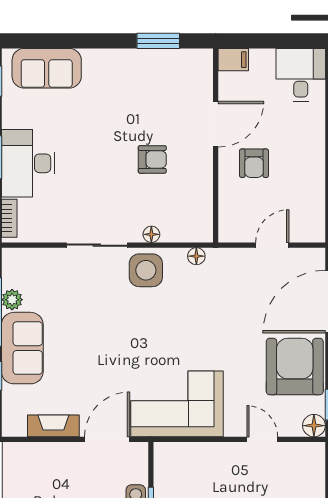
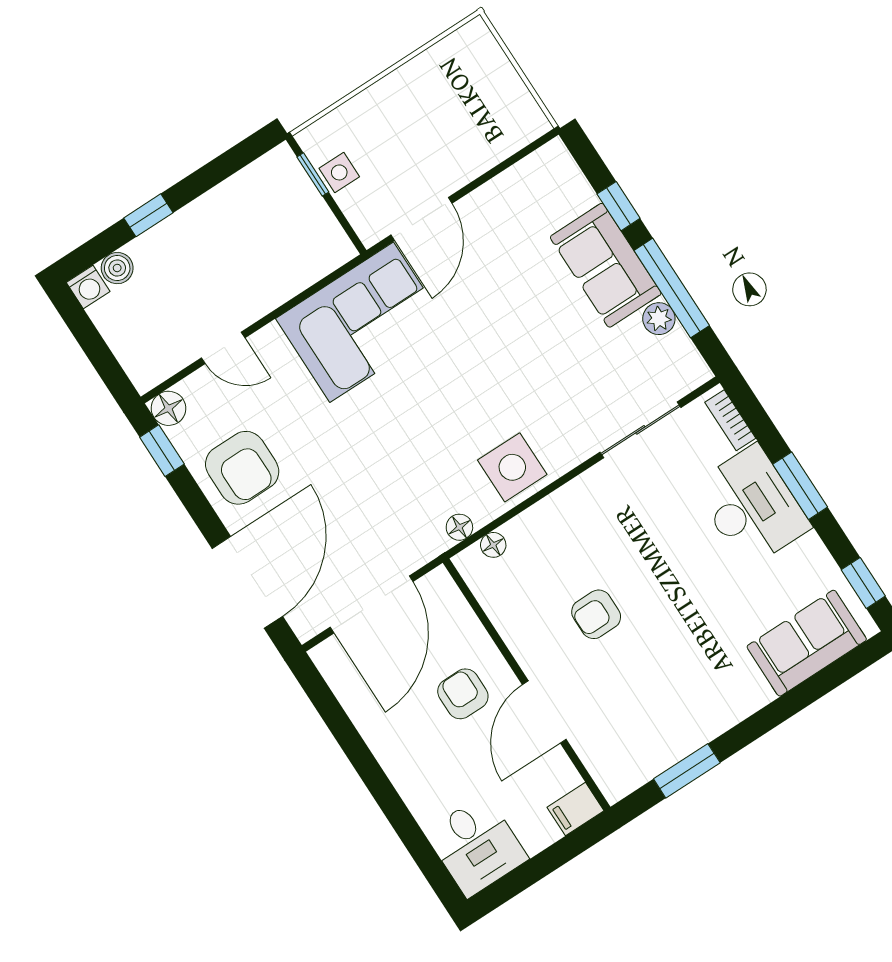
floor lamp: (151, 234) -> (493, 545), moved
sliding door: (97, 245) -> (640, 430), moved
door: (272, 245) -> (372, 604), width x1.88
armchair: (295, 366) -> (242, 468), width x0.73, depth x0.73
fireplace: (53, 426) -> (501, 192), removed

